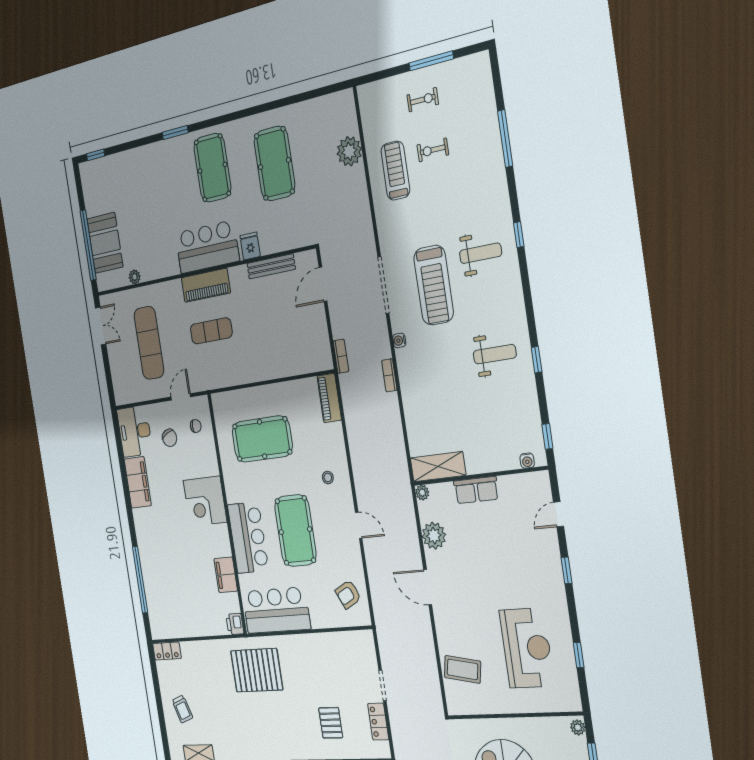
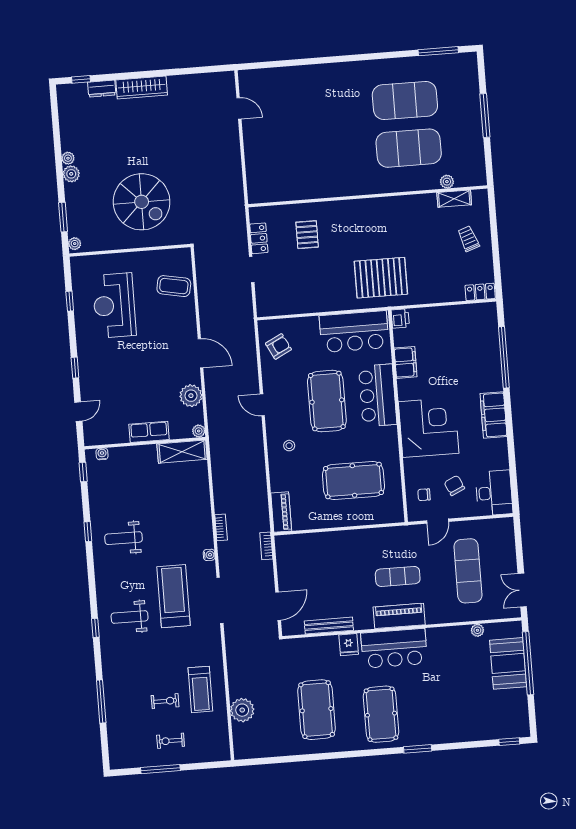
filing cabinet: (138, 482) -> (493, 415), moved
corner desk: (205, 501) -> (429, 427), width x1.36, depth x1.36

